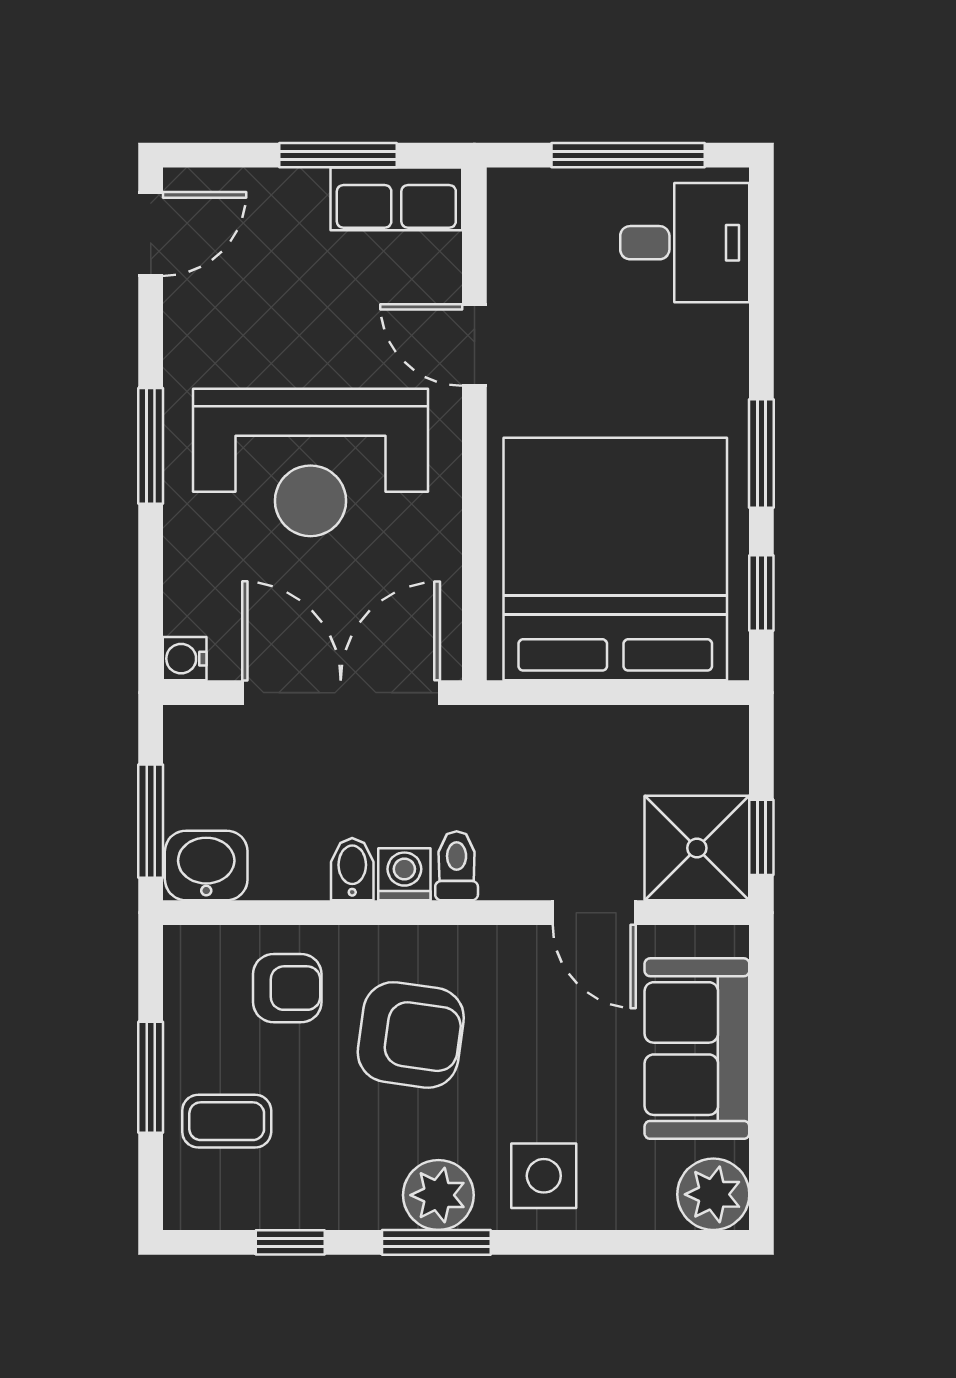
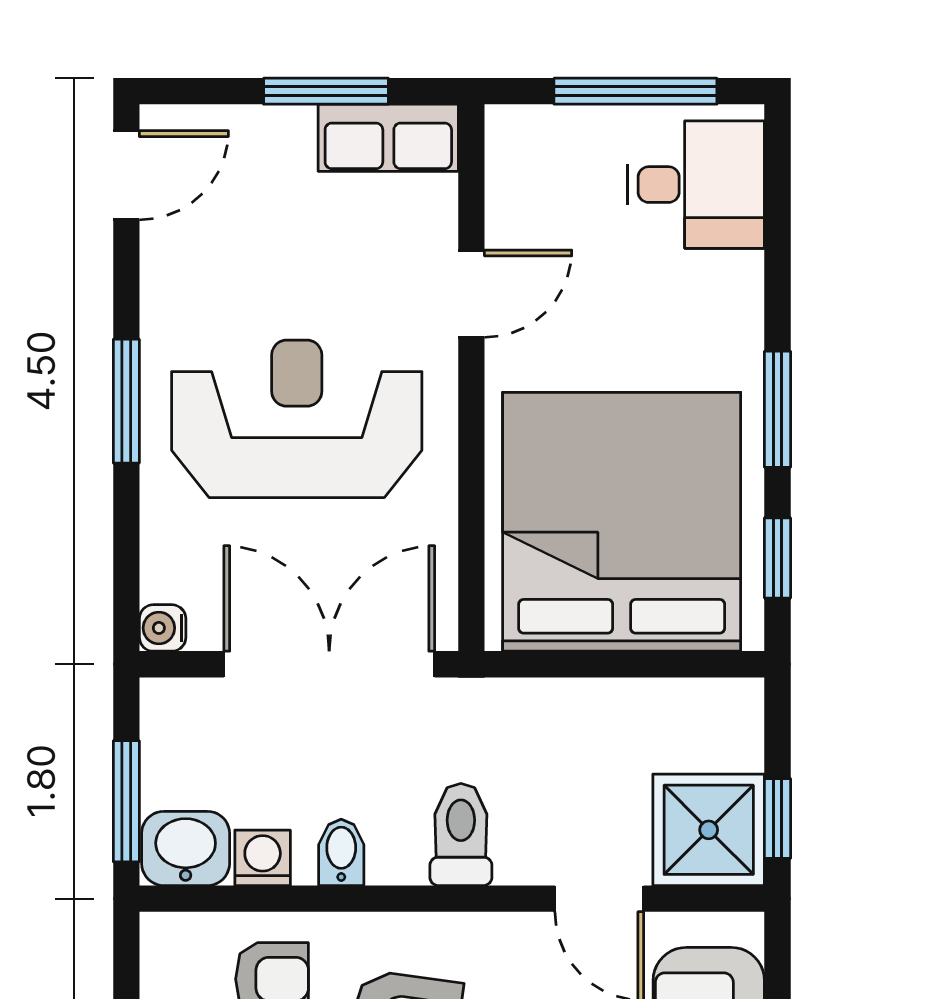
door: (474, 345) -> (471, 294), swing flipped
reception desk: (310, 462) -> (297, 419), turned 180
toilet: (457, 866) -> (461, 835), width x1.37, depth x1.39
washing machine: (404, 874) -> (263, 858), moved

